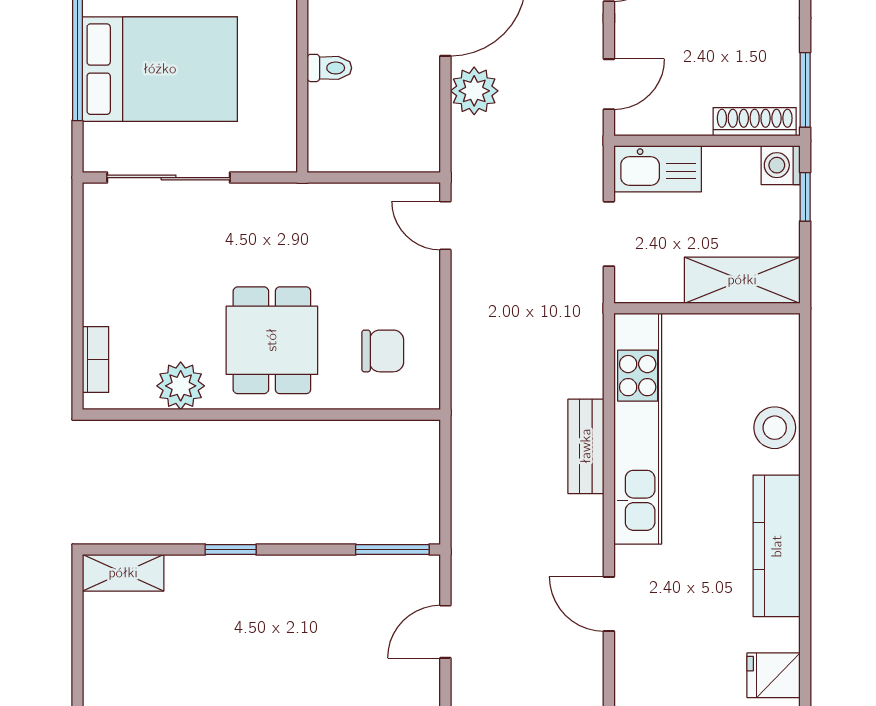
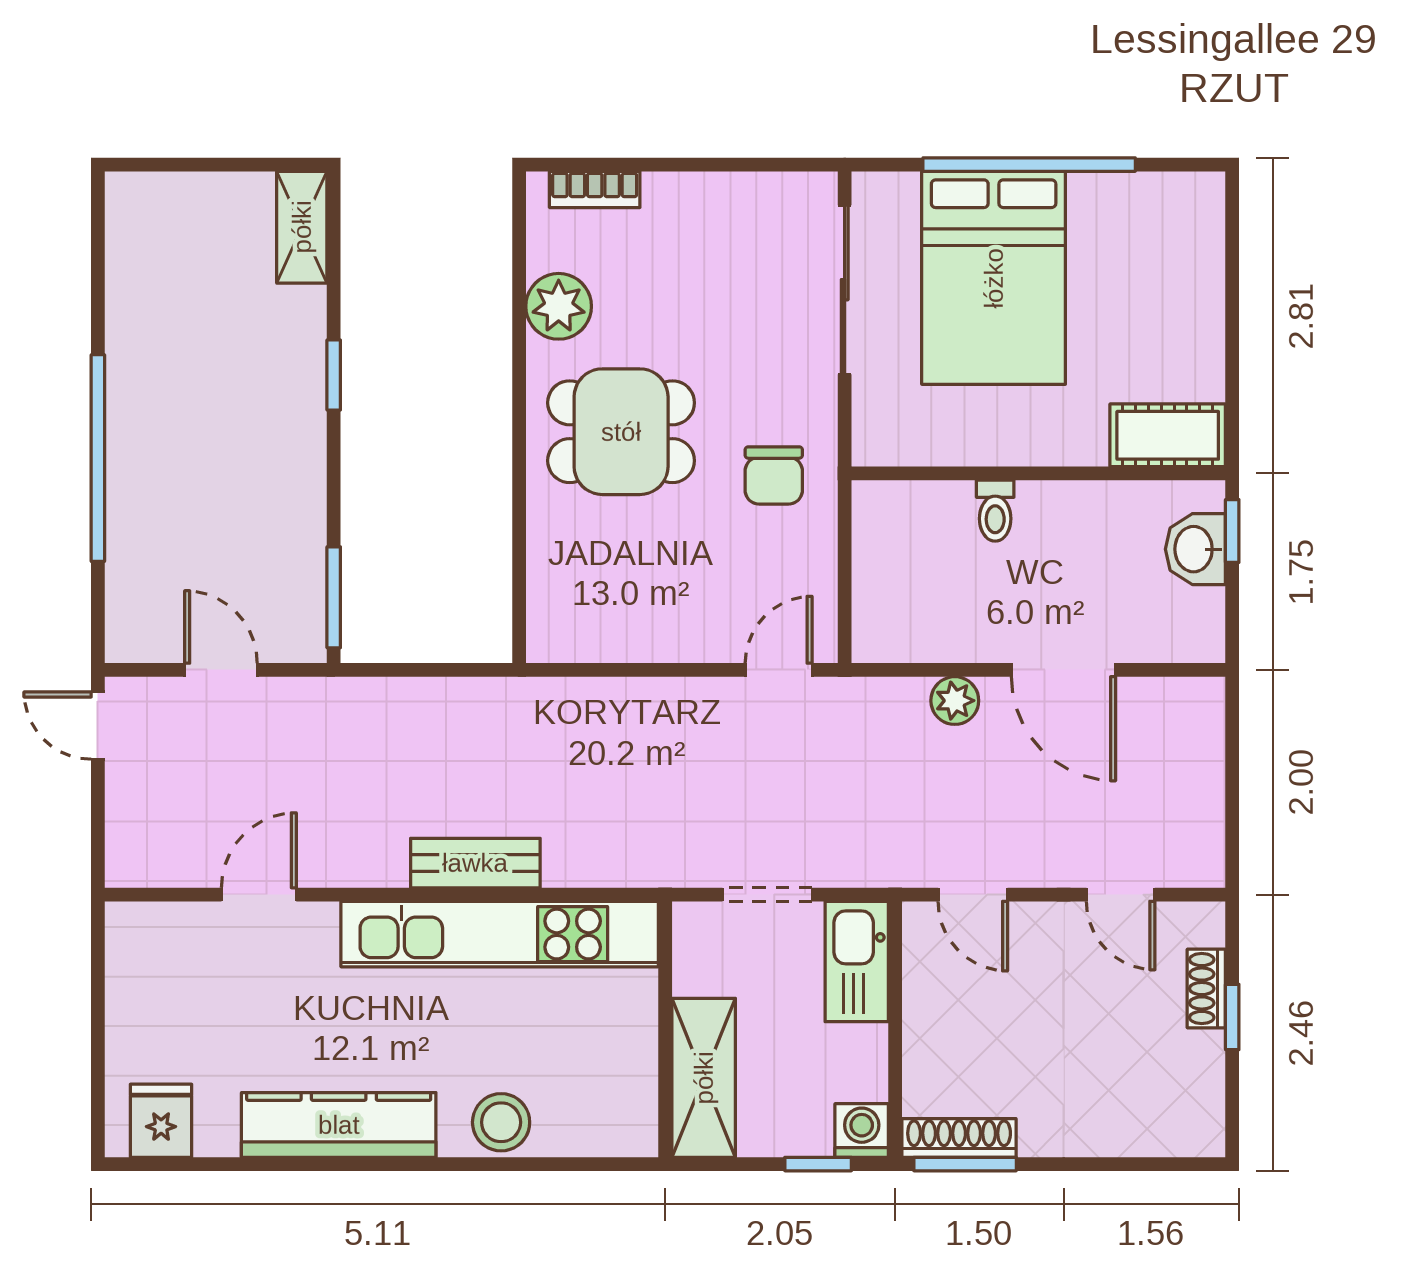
plant: (474, 91) -> (955, 701), width x0.73, depth x0.73
shoe rack: (755, 122) -> (959, 1138), moved, turned -90
chair: (383, 351) -> (774, 475), moved

